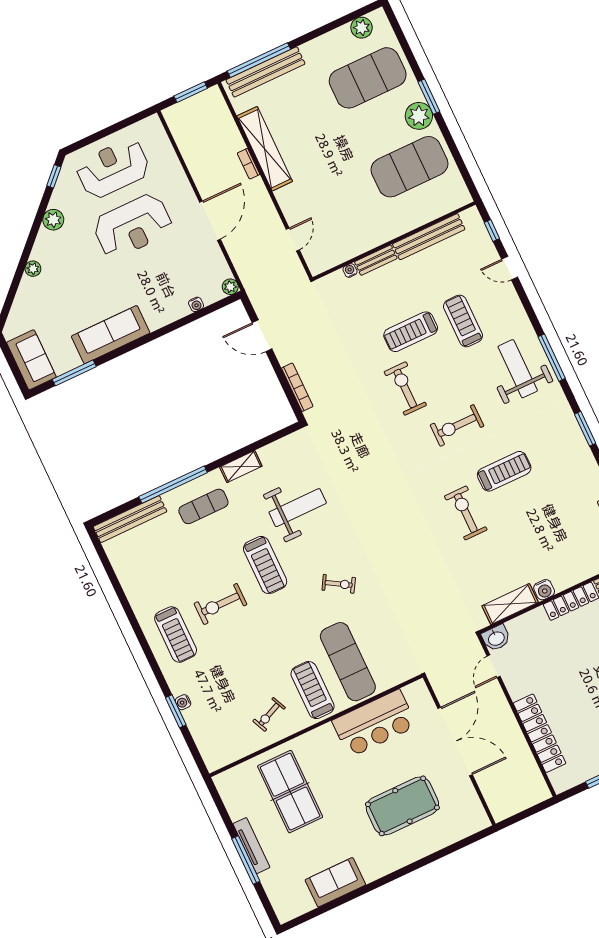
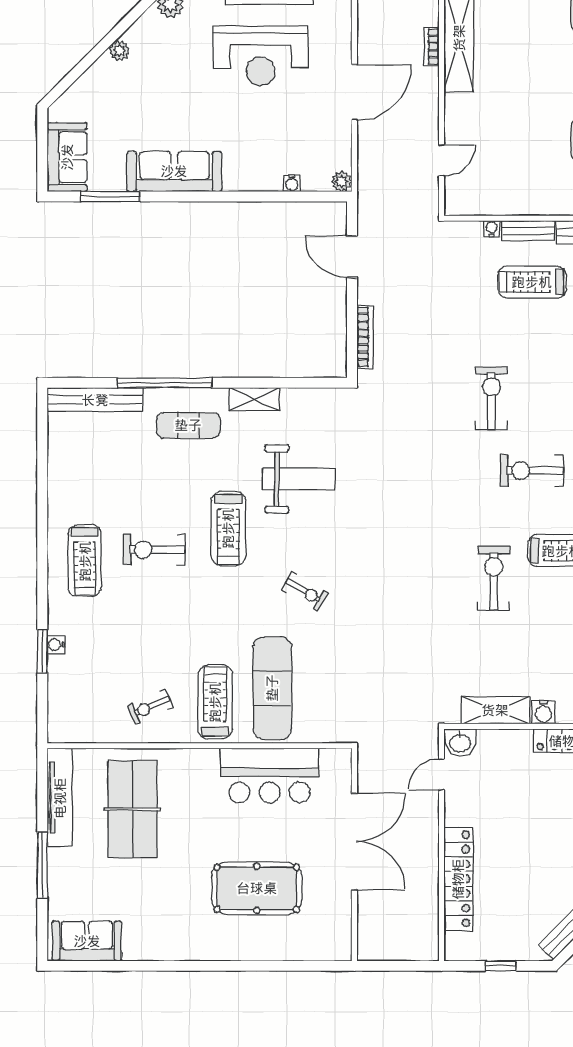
treadmill: (411, 332) -> (532, 282), moved
tv unit: (251, 846) -> (60, 798), moved, width x1.36, depth x1.29
sofa: (335, 882) -> (87, 941), moved

